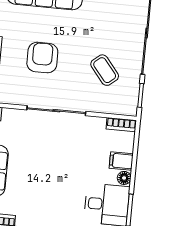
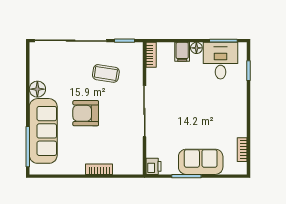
armchair: (42, 58) -> (86, 113), moved
coffee table: (105, 70) -> (106, 73), turned 48

